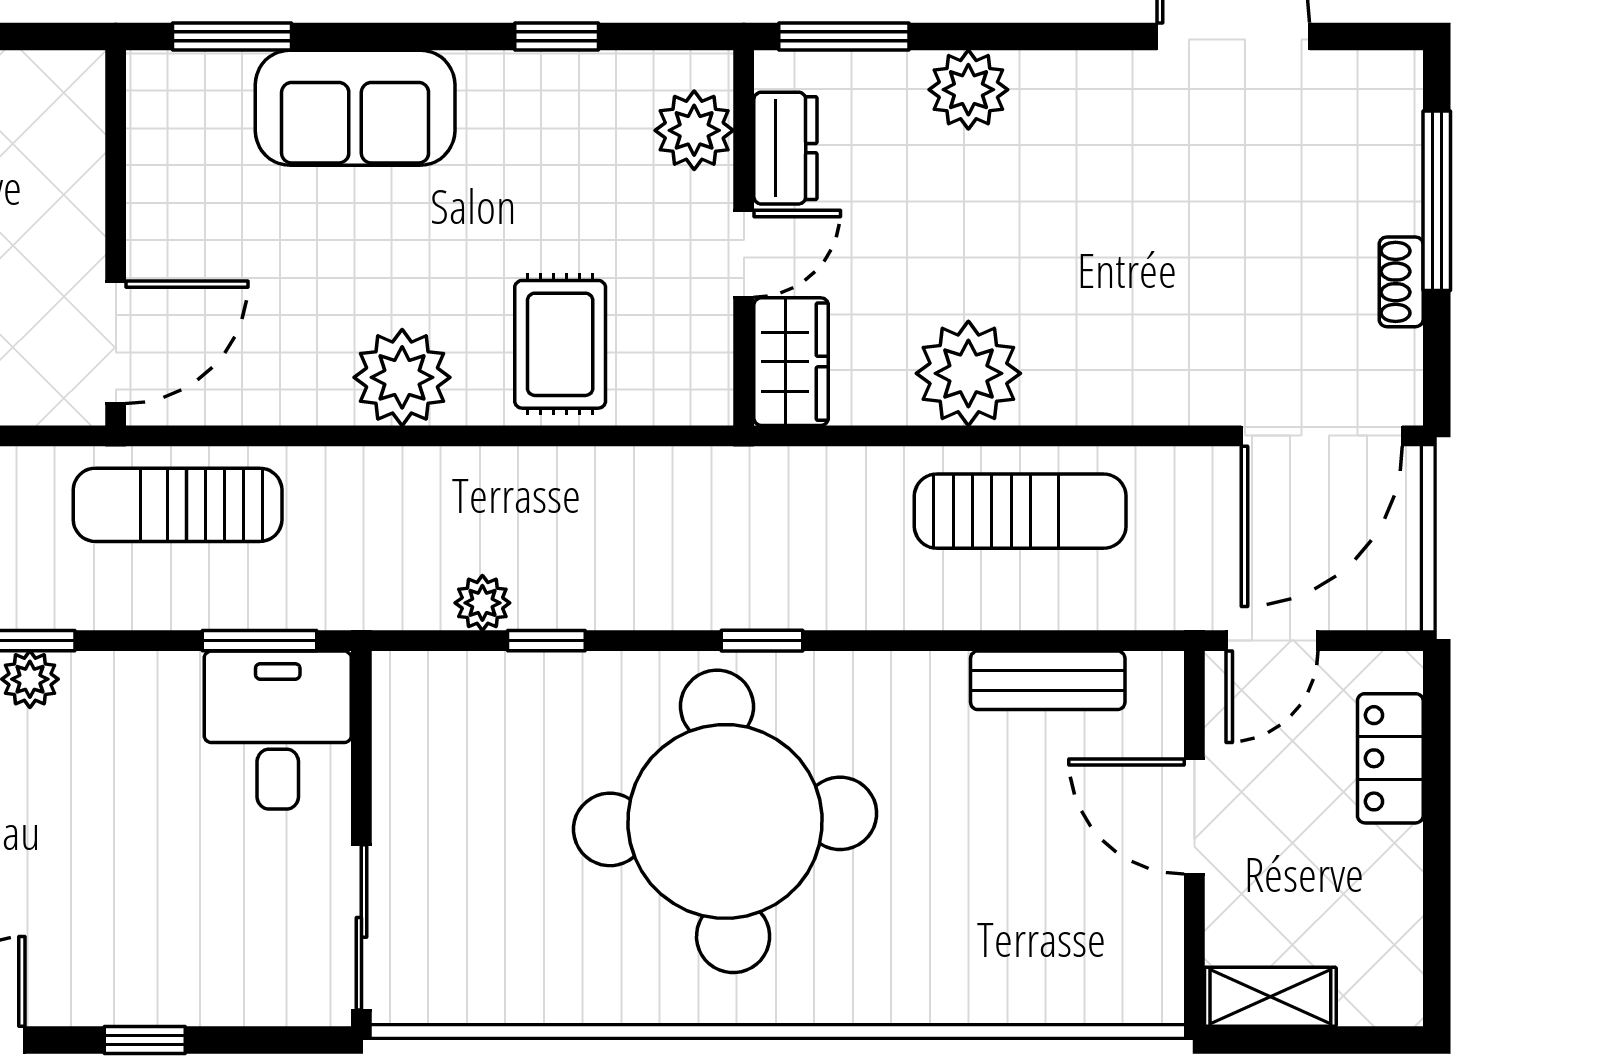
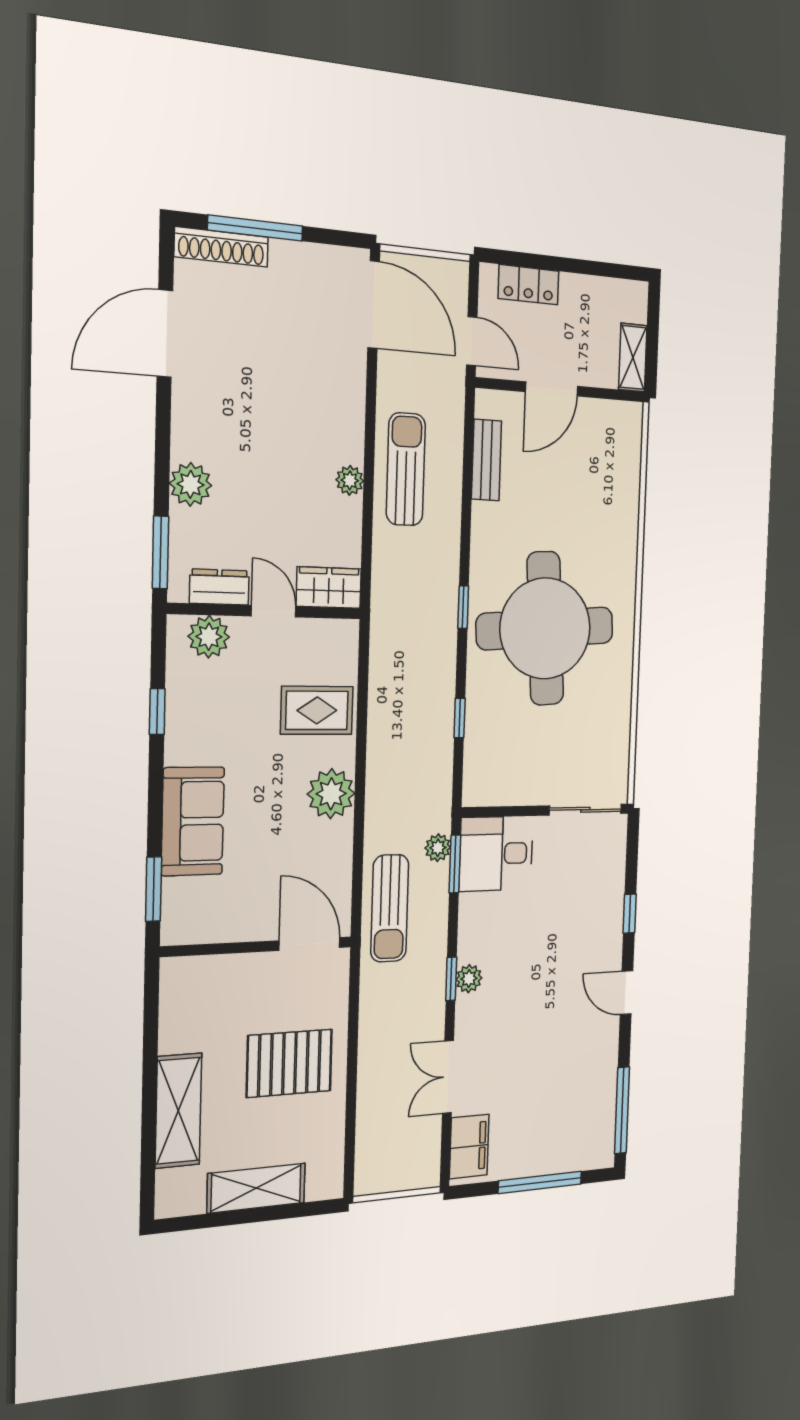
shoe rack: (1401, 282) -> (221, 247), moved, width x1.94, depth x1.24
plant: (968, 373) -> (350, 480), width x0.53, depth x0.53
plant: (482, 603) -> (438, 848), moved

